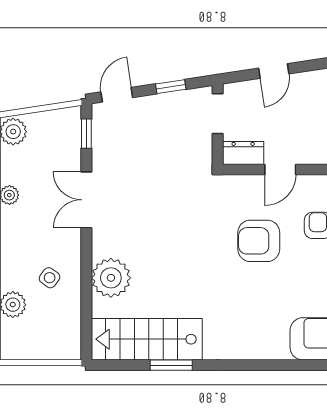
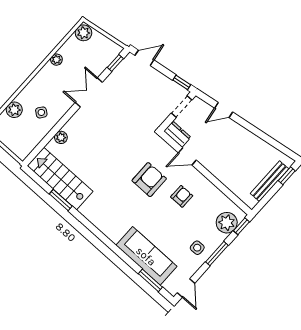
window: (171, 87) -> (182, 82), moved
armchair: (259, 241) -> (149, 180), turned 90
plant: (111, 278) -> (61, 137), width x0.53, depth x0.53

